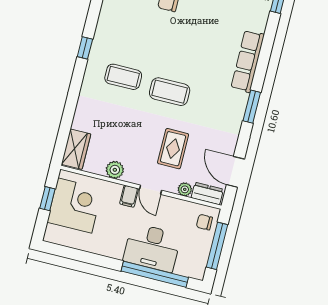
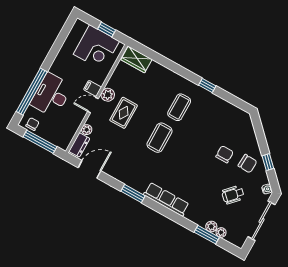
rug: (173, 149) -> (124, 113), moved, turned 90
plant: (115, 170) -> (108, 95), moved
chair: (204, 222) -> (33, 124), moved

